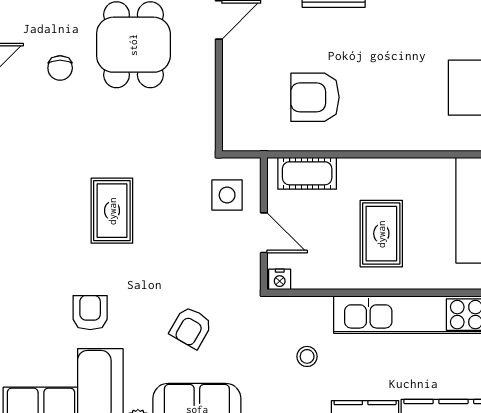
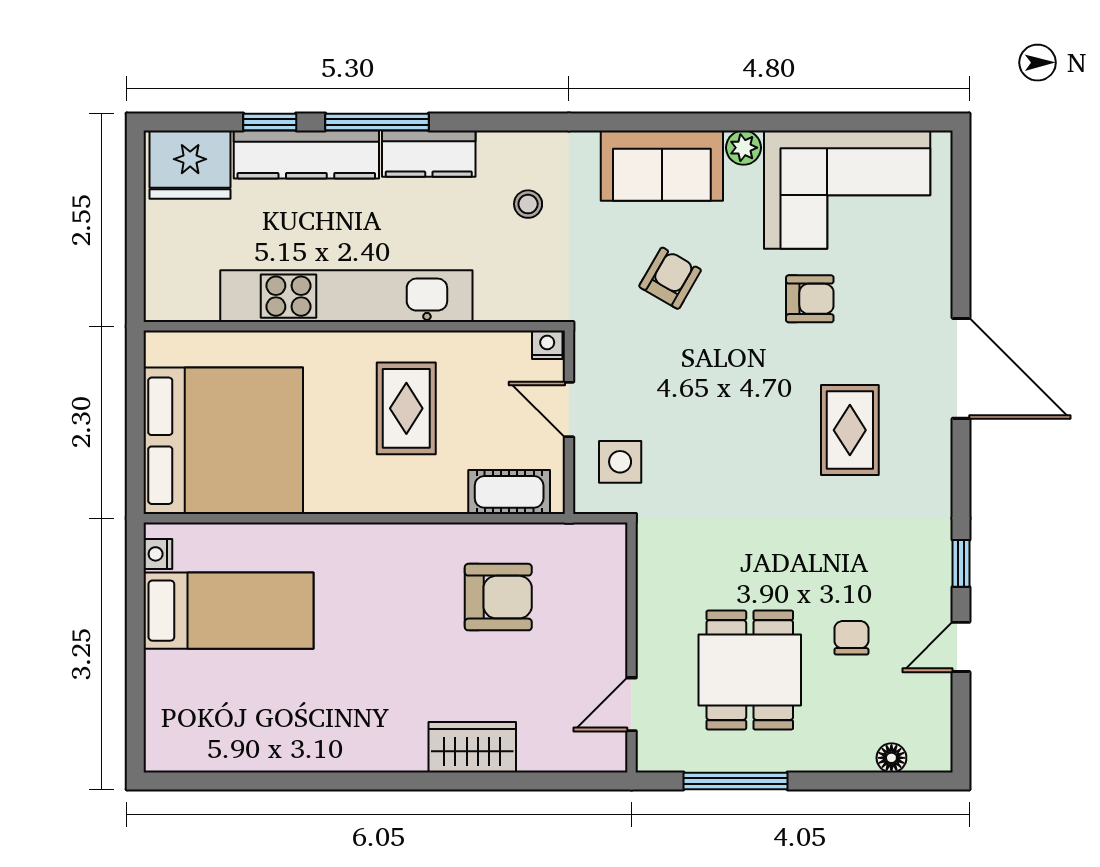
rug: (112, 211) -> (850, 430), moved
armchair: (90, 313) -> (810, 299), turned -90
stool: (307, 356) -> (528, 204), moved

